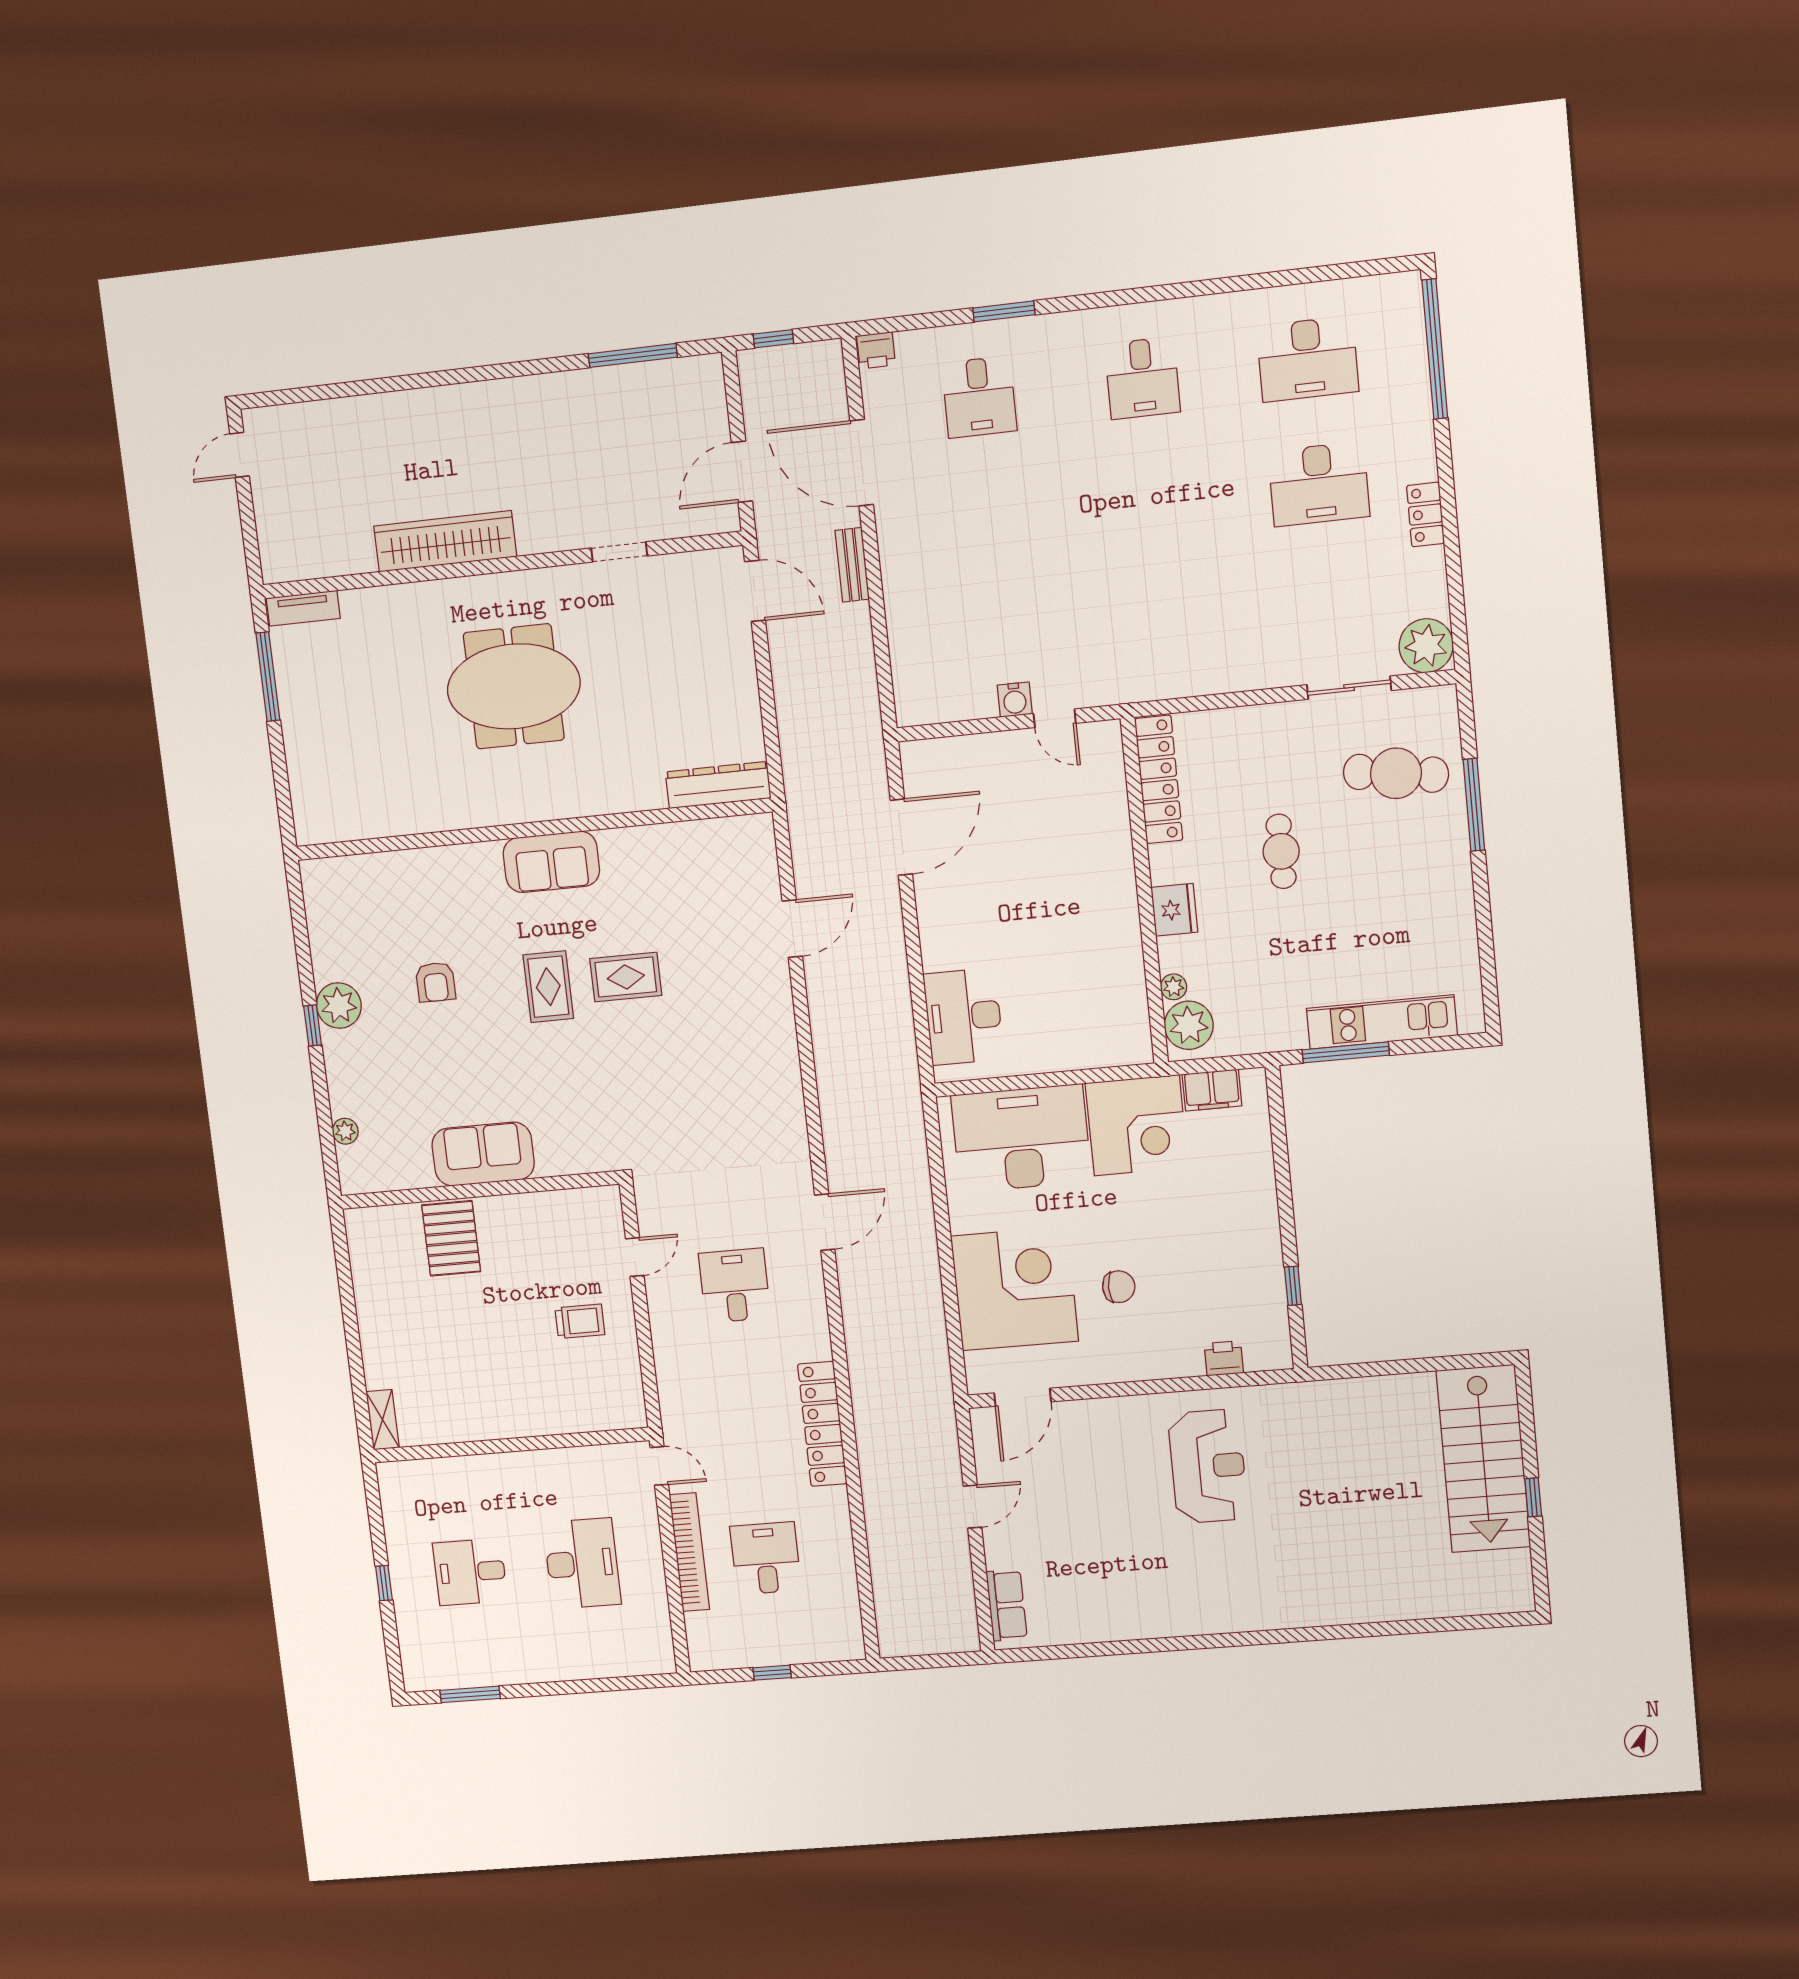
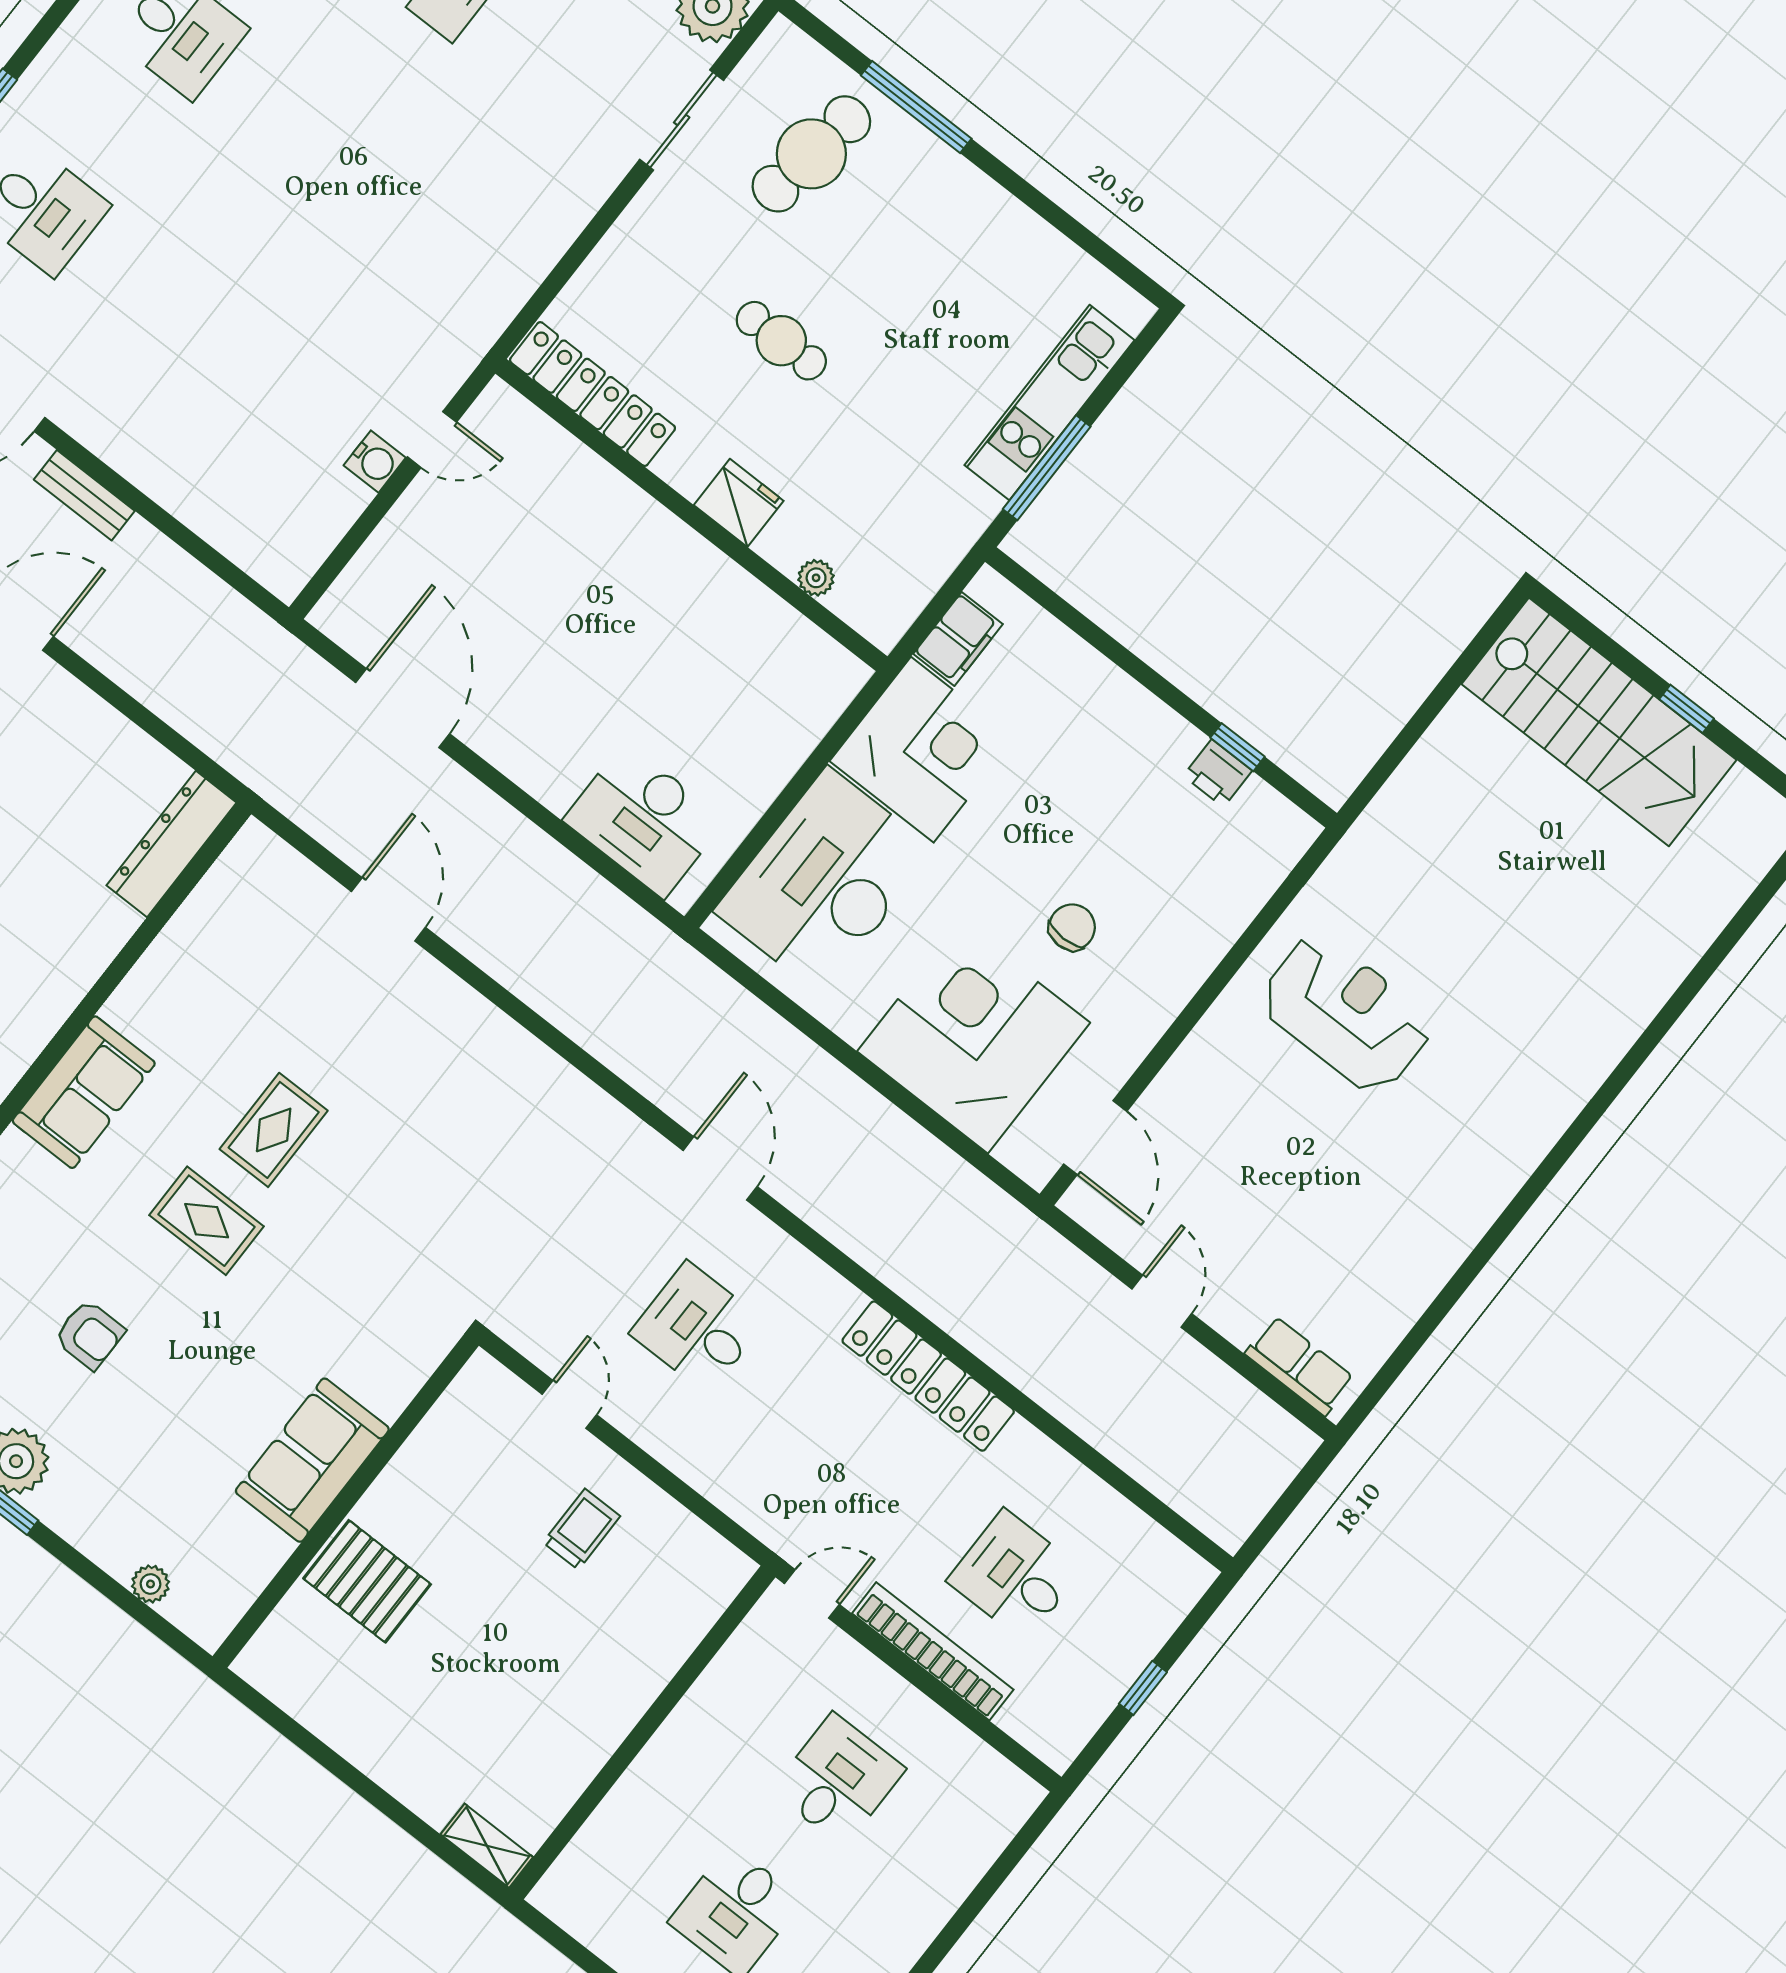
plant: (1189, 1025) -> (870, 600), removed
printer: (1224, 1358) -> (1218, 773), moved, turned -90
desk: (582, 1563) -> (838, 1780), width x0.73

